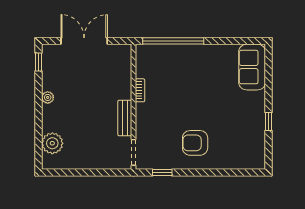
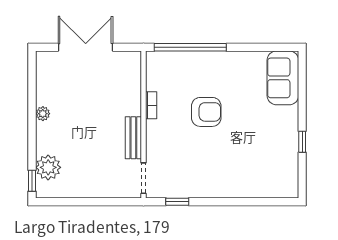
window: (38, 62) -> (32, 181), moved
armchair: (195, 143) -> (206, 112), moved, turned 180

